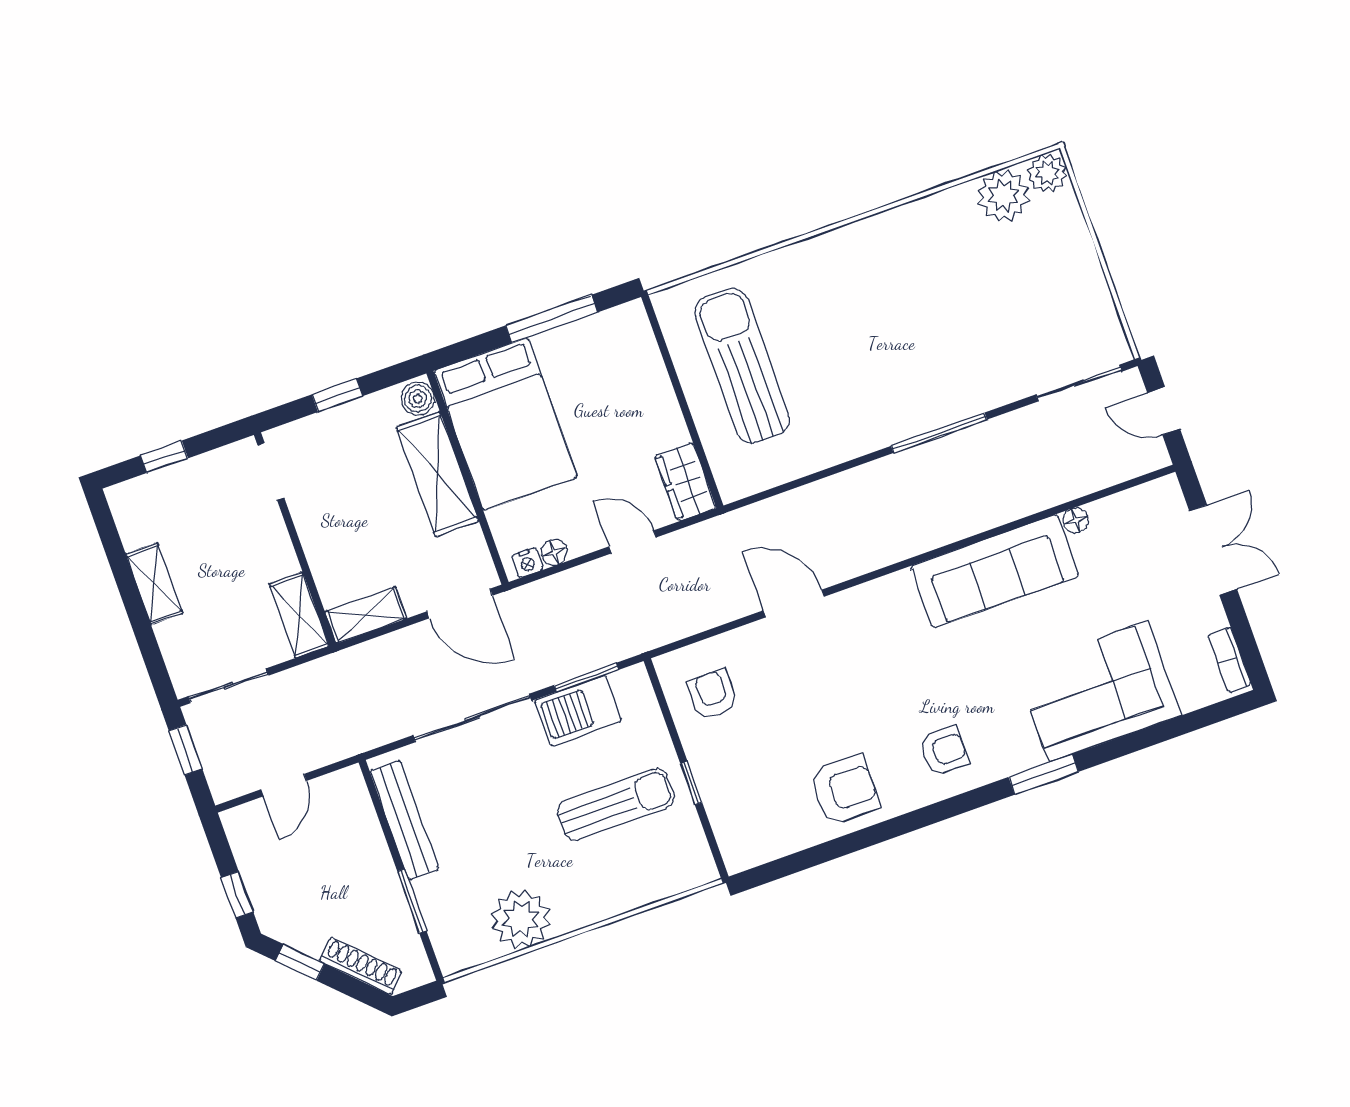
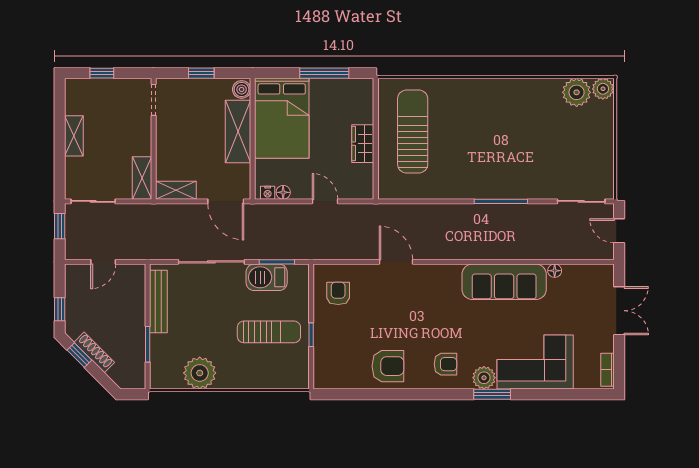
wardrobe: (685, 482) -> (363, 144), moved
plant: (1019, 751) -> (484, 378), added
shoe rack: (361, 966) -> (94, 352), moved

